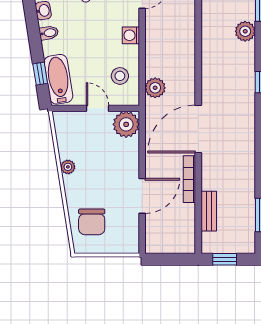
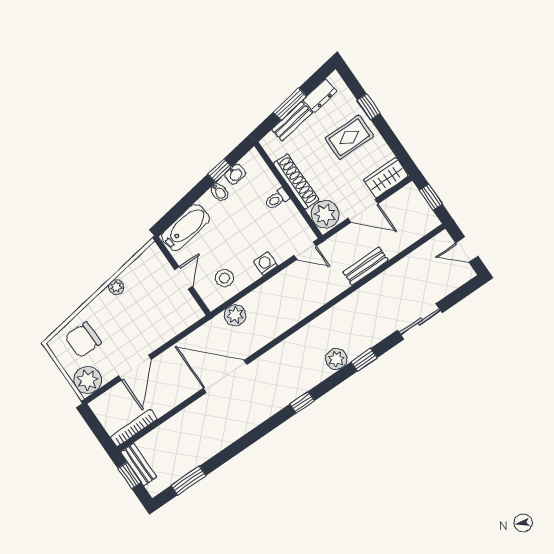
window: (40, 74) -> (220, 171), moved
plant: (126, 124) -> (88, 380), moved
bookcase: (189, 179) -> (134, 428), moved
door: (142, 196) -> (135, 368), hinge flipped
bench: (209, 211) -> (139, 464), moved, turned 90

